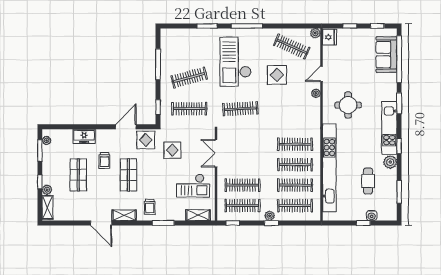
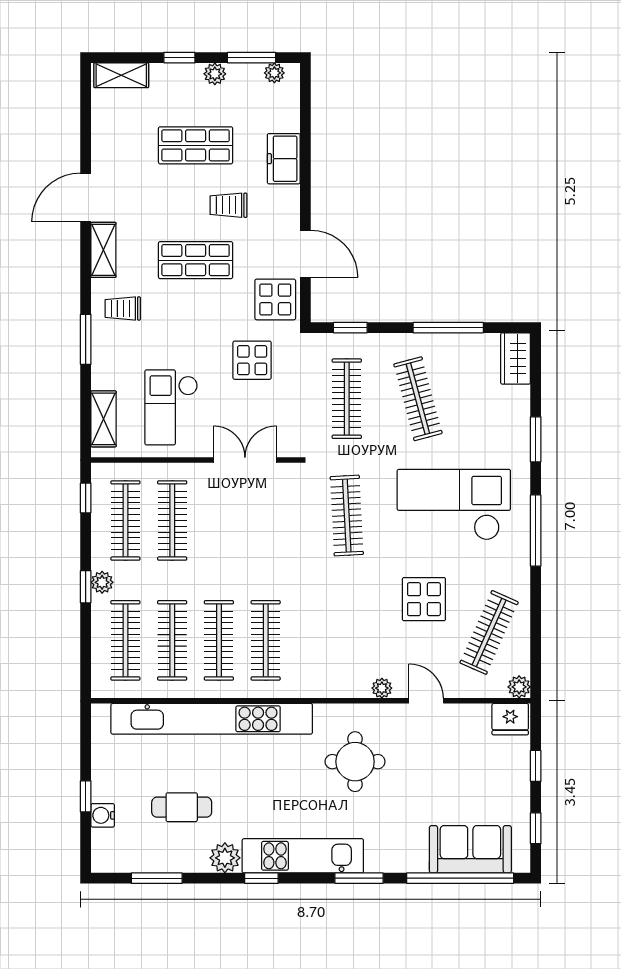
wardrobe: (172, 35) -> (516, 359), added
plant: (47, 190) -> (215, 74), moved

